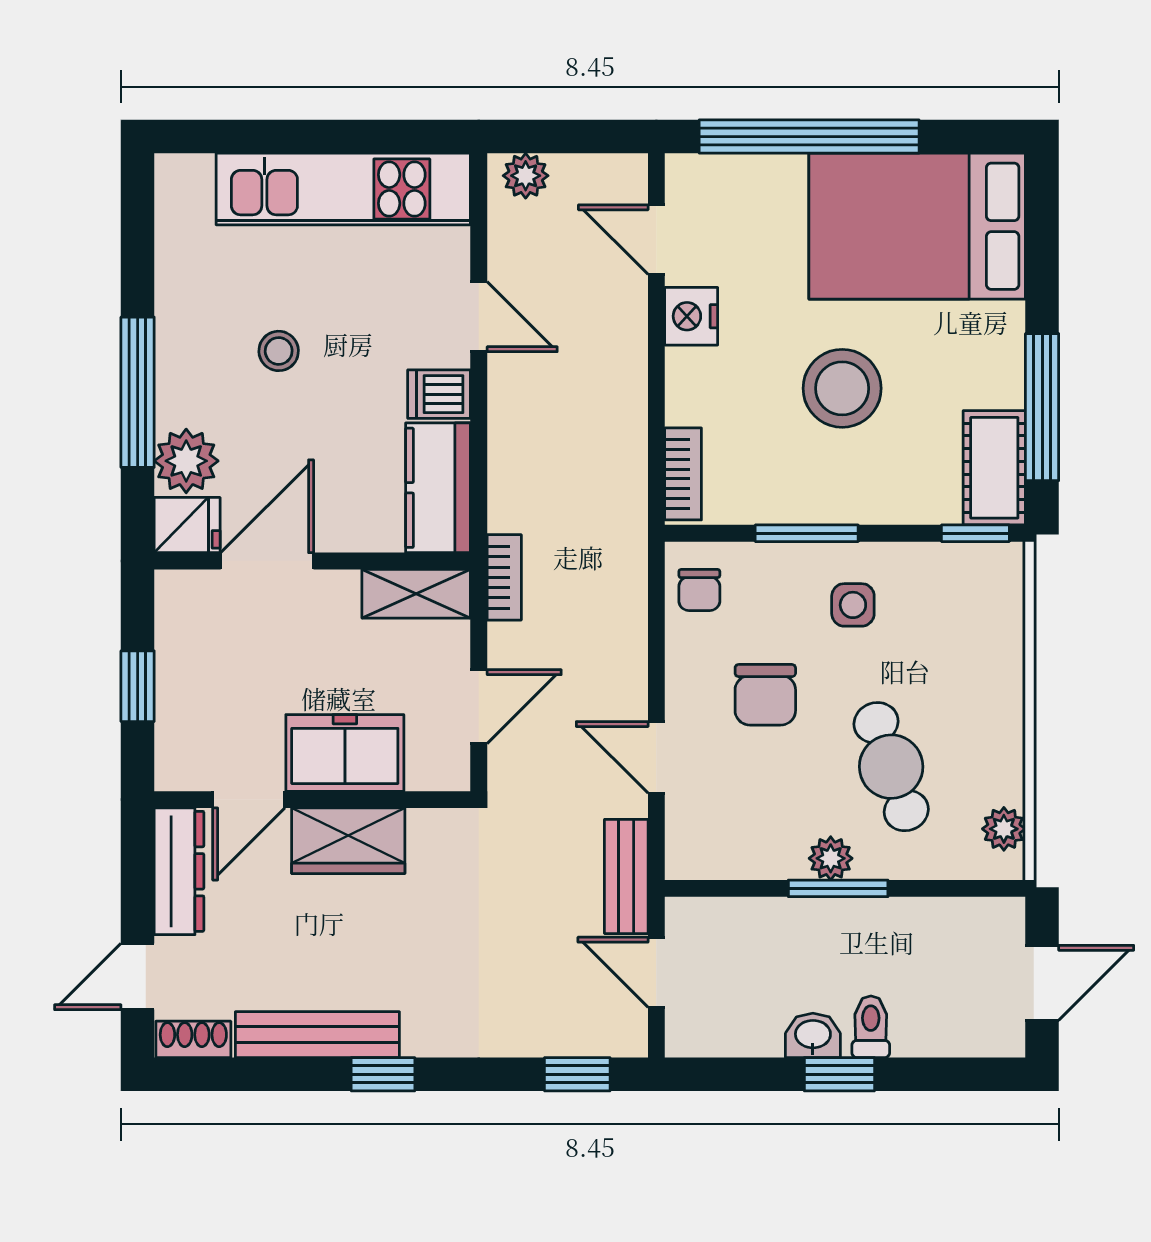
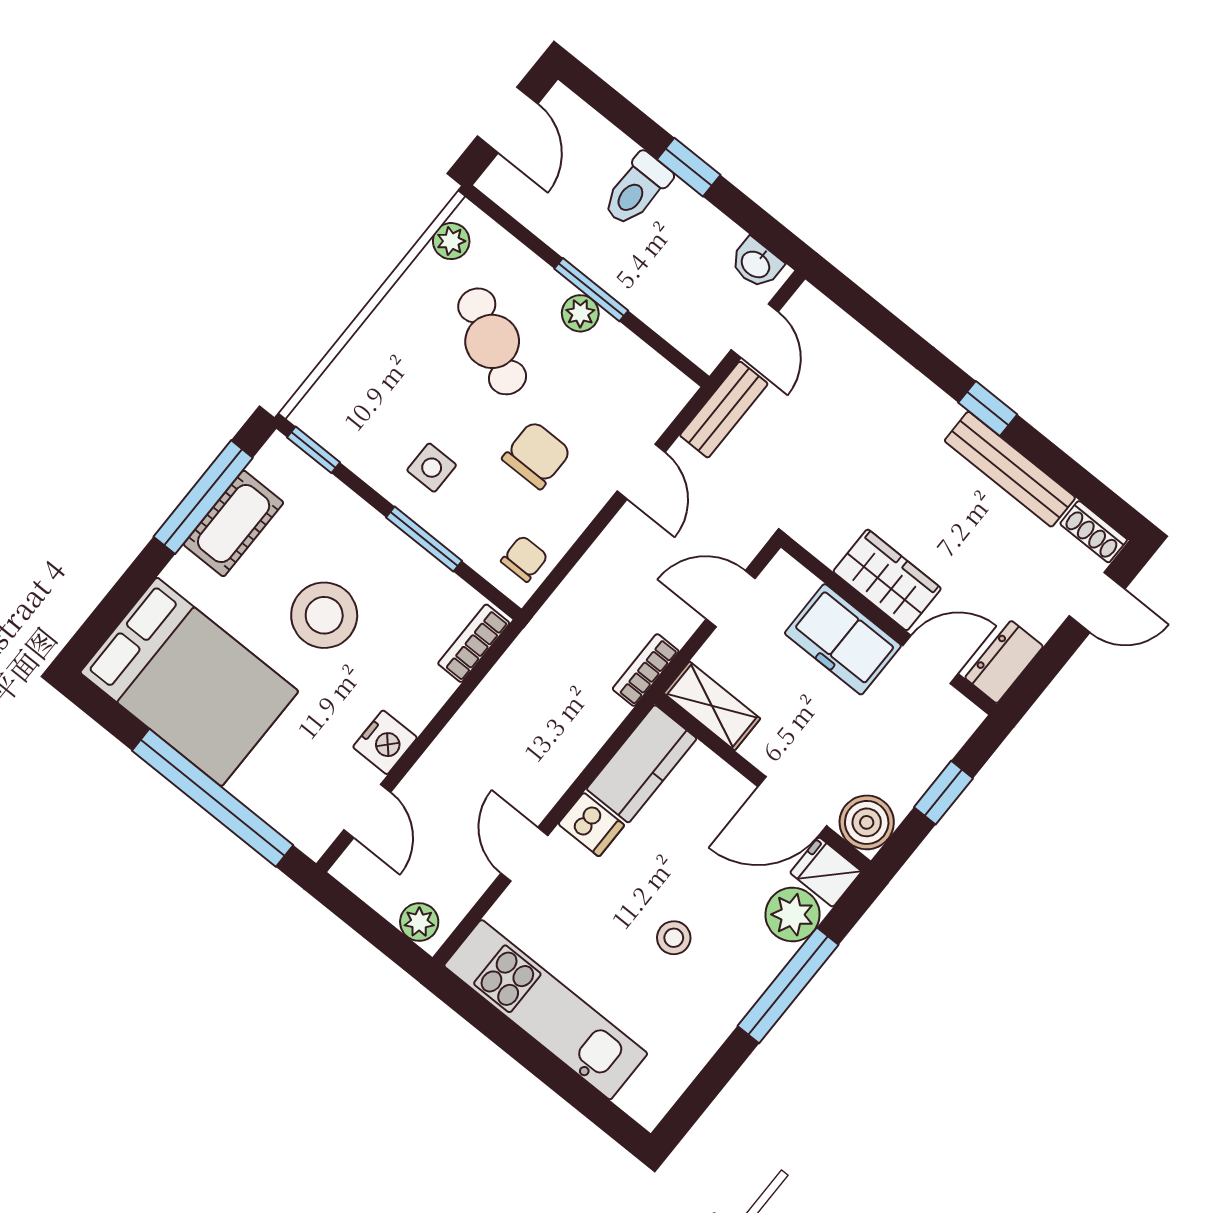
cot: (994, 468) -> (234, 524), moved
boiler: (186, 601) -> (867, 822), added
cafe table: (891, 767) -> (492, 341), turned -43
dresser: (179, 871) -> (1004, 662), width x0.70
door: (1042, 983) -> (508, 120), swing flipped
toilet: (871, 1027) -> (637, 189), width x1.37, depth x1.39
washbasin: (813, 1035) -> (756, 264), moved
window: (577, 1074) -> (861, 306), removed

